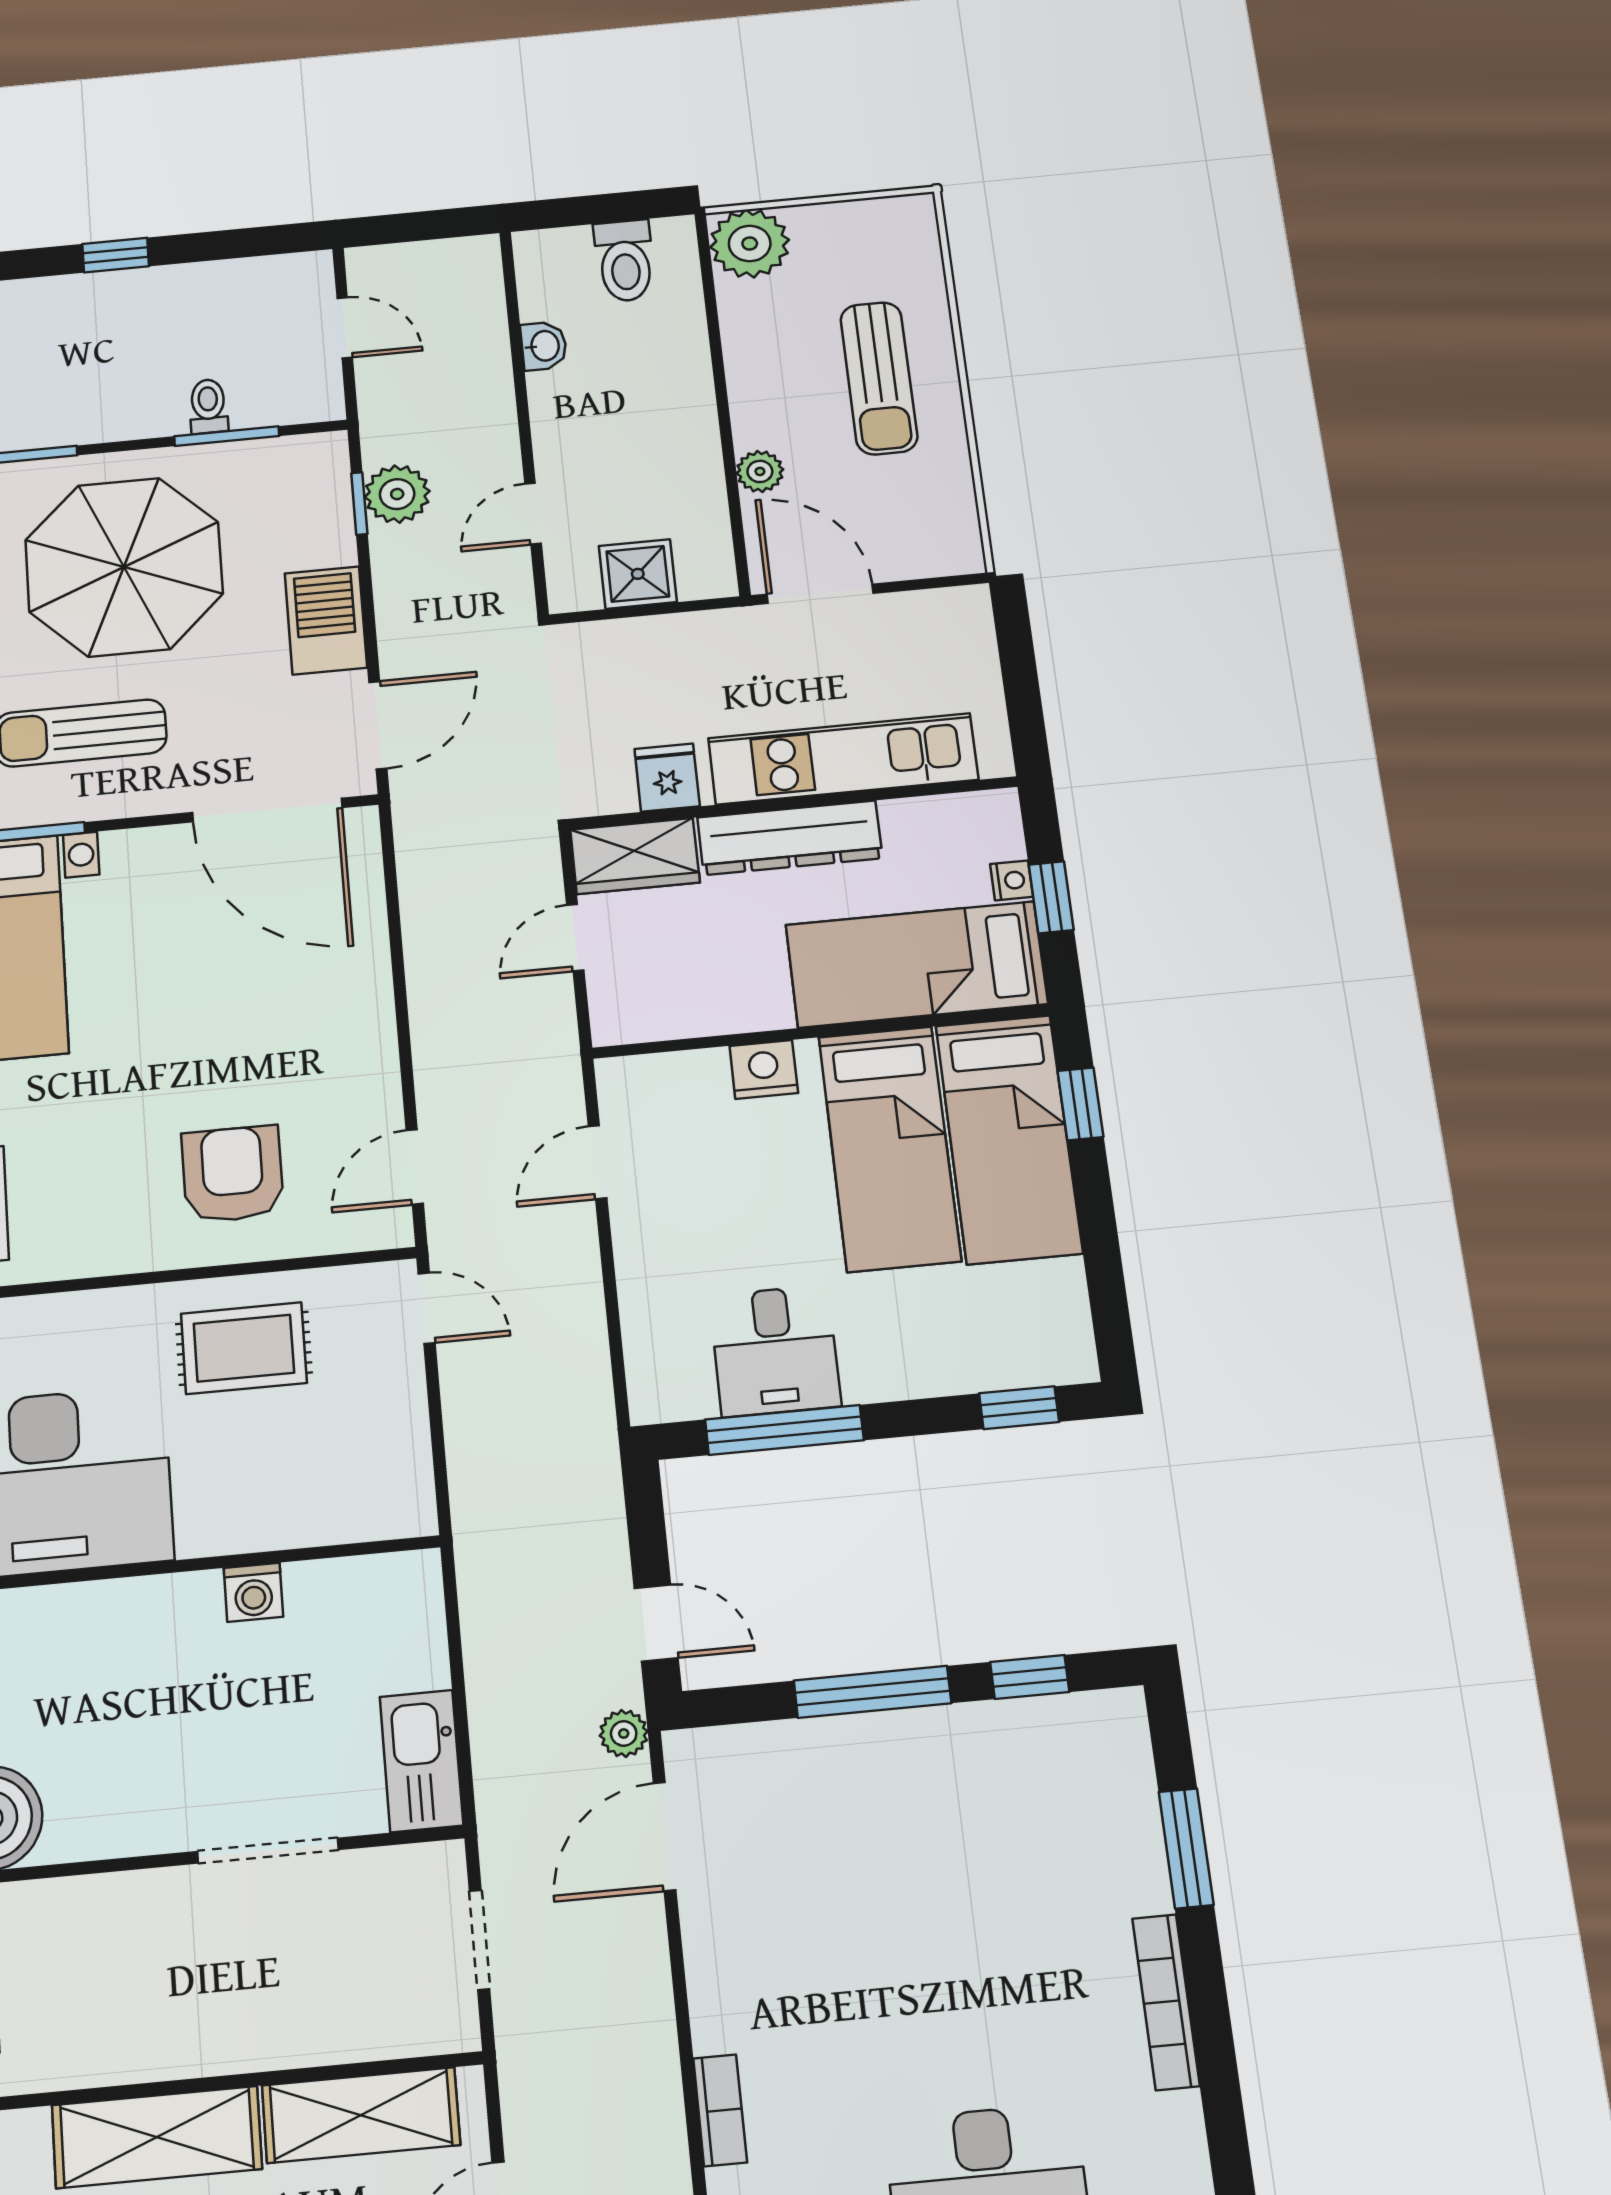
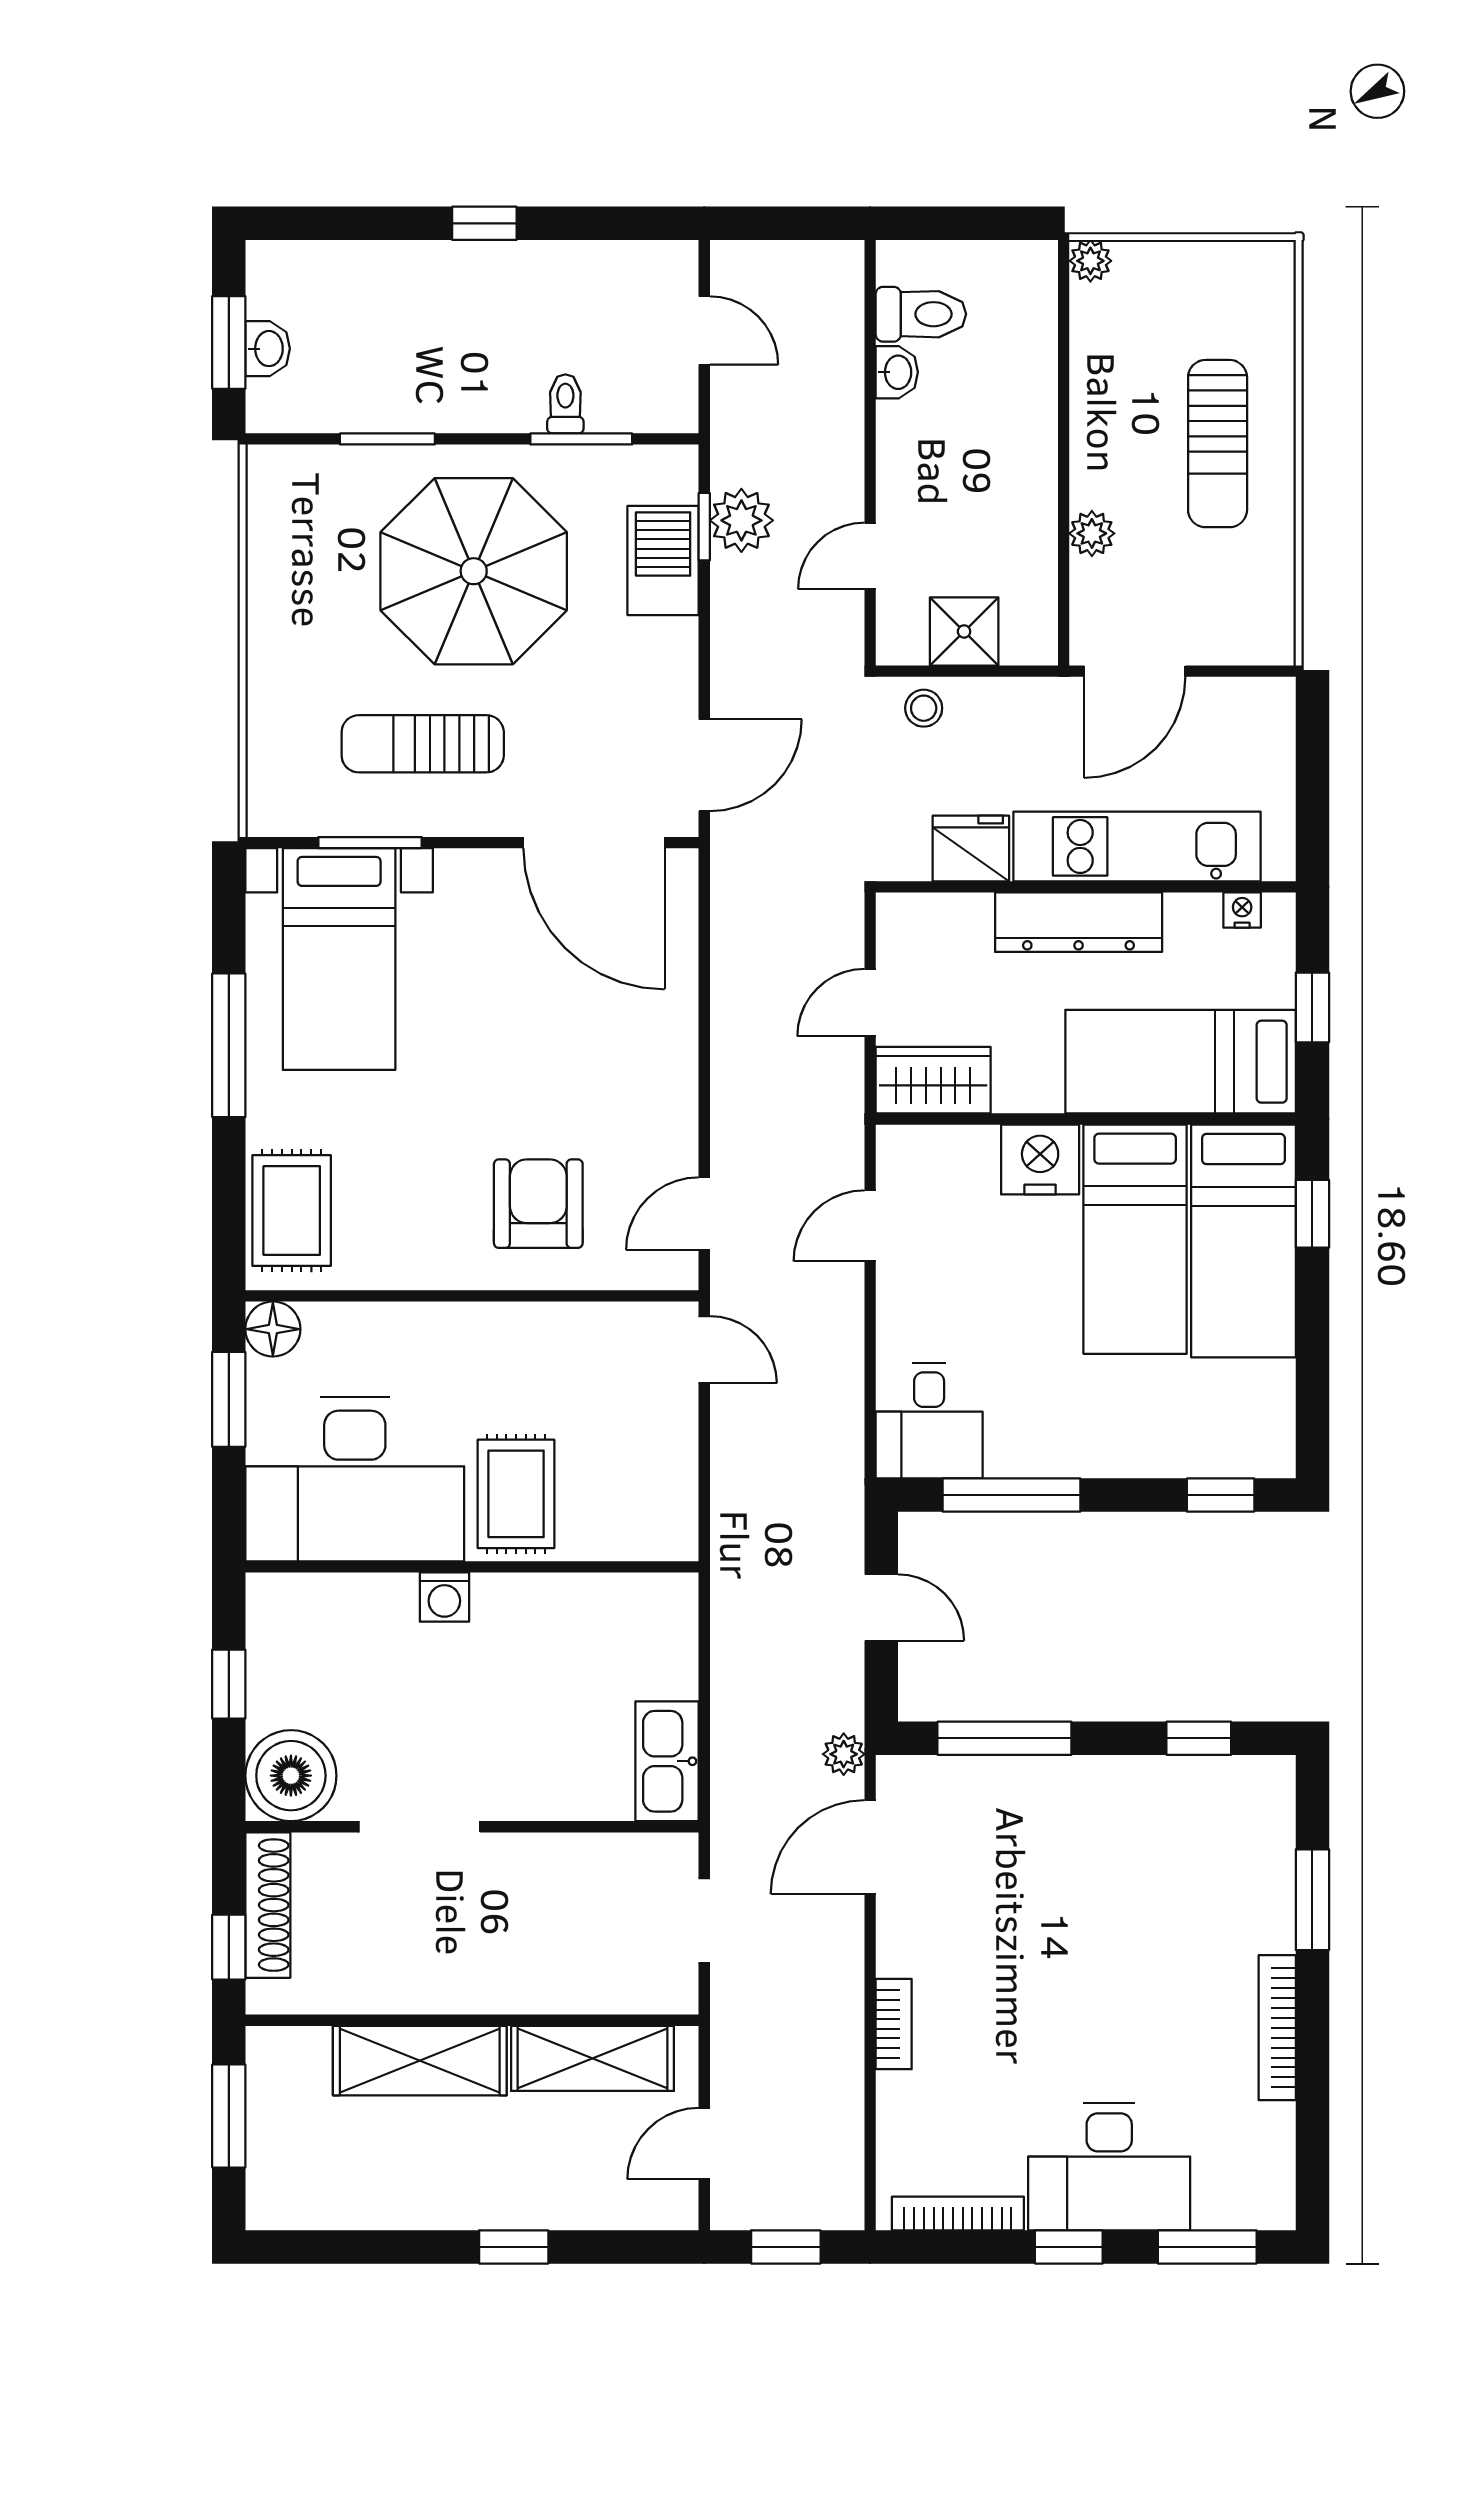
plant: (750, 243) -> (1090, 261), width x0.53, depth x0.53
toilet: (625, 261) -> (921, 314), moved, turned -90
door: (820, 594) -> (1135, 671), swing flipped
barbecue: (326, 620) -> (663, 560), moved
stool: (603, 649) -> (924, 708), added
fridge: (667, 778) -> (971, 848), width x1.38
wardrobe: (635, 856) -> (933, 1080), moved, turned 180
nightstand: (1012, 880) -> (1242, 910), moved, turned -90
nightstand: (764, 1069) -> (1040, 1160), width x1.36, depth x1.33
rug: (244, 1348) -> (516, 1494), moved, turned 90
desk: (775, 1351) -> (929, 1421), moved
washing machine: (253, 1592) -> (444, 1597), moved
door: (656, 1623) -> (881, 1607), moved
window: (873, 1692) -> (1004, 1738), moved
doorway: (268, 1851) -> (419, 1827), moved
bookcase: (720, 2110) -> (894, 2024), moved

